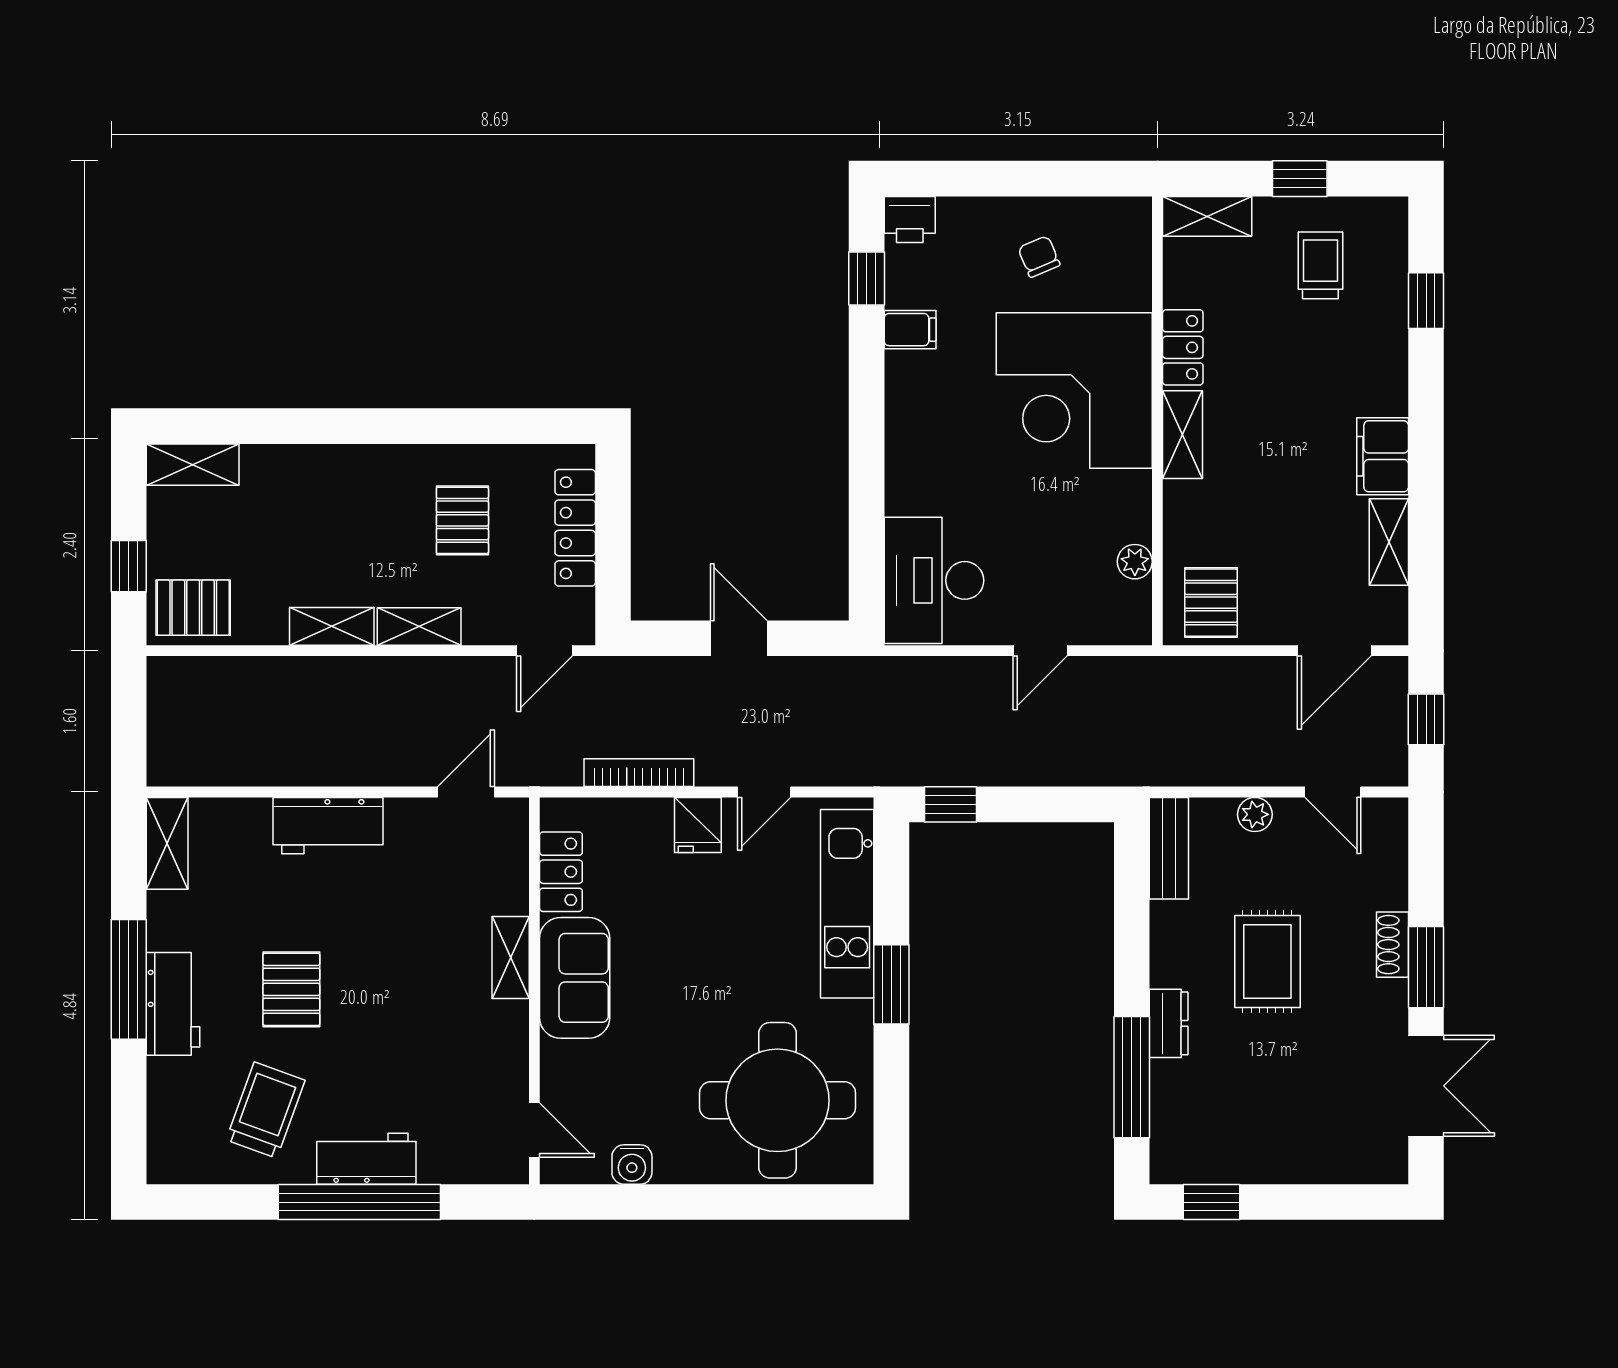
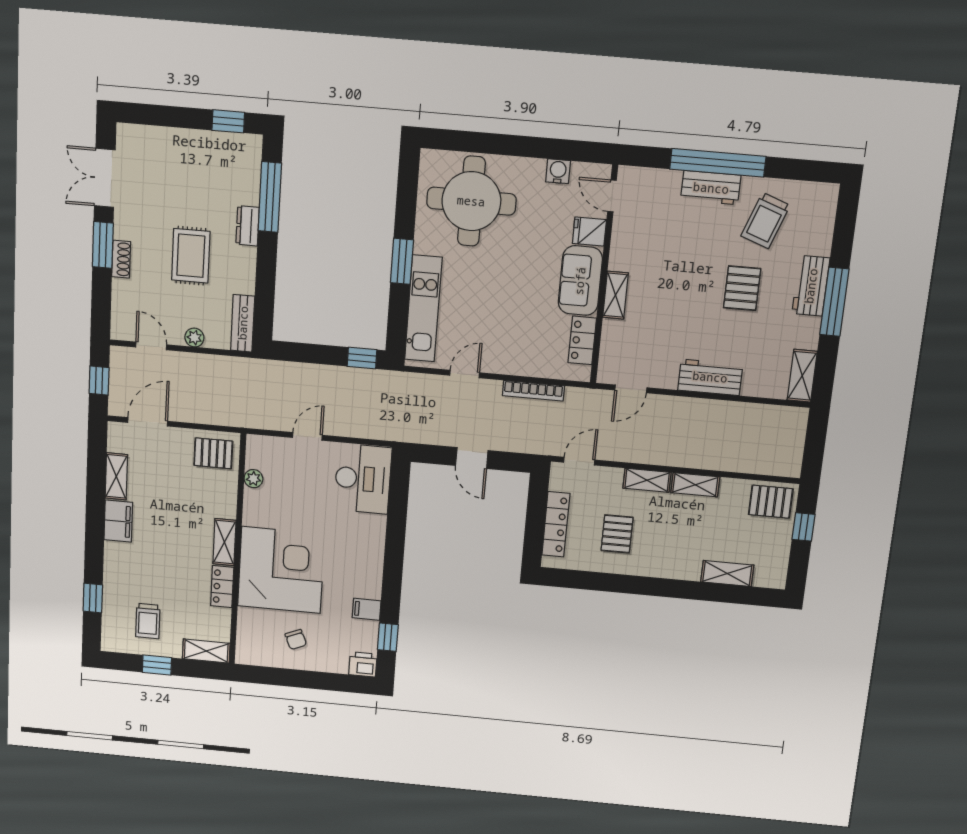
shelving: (193, 465) -> (727, 573), moved
pallet: (1211, 603) -> (213, 453), turned 90
fridge: (698, 825) -> (589, 232), moved, turned -90

